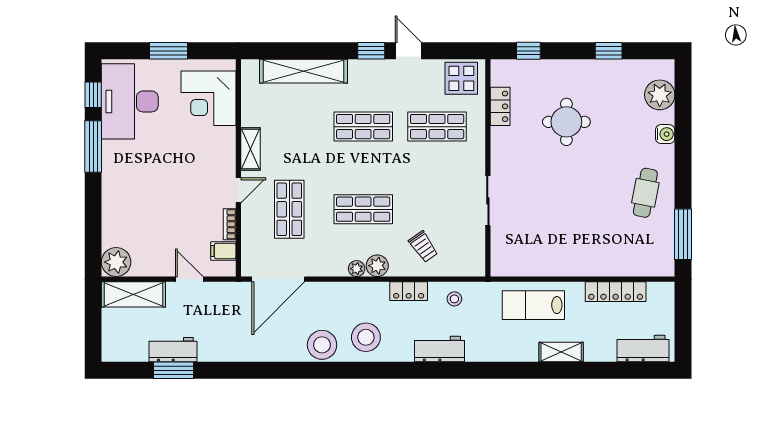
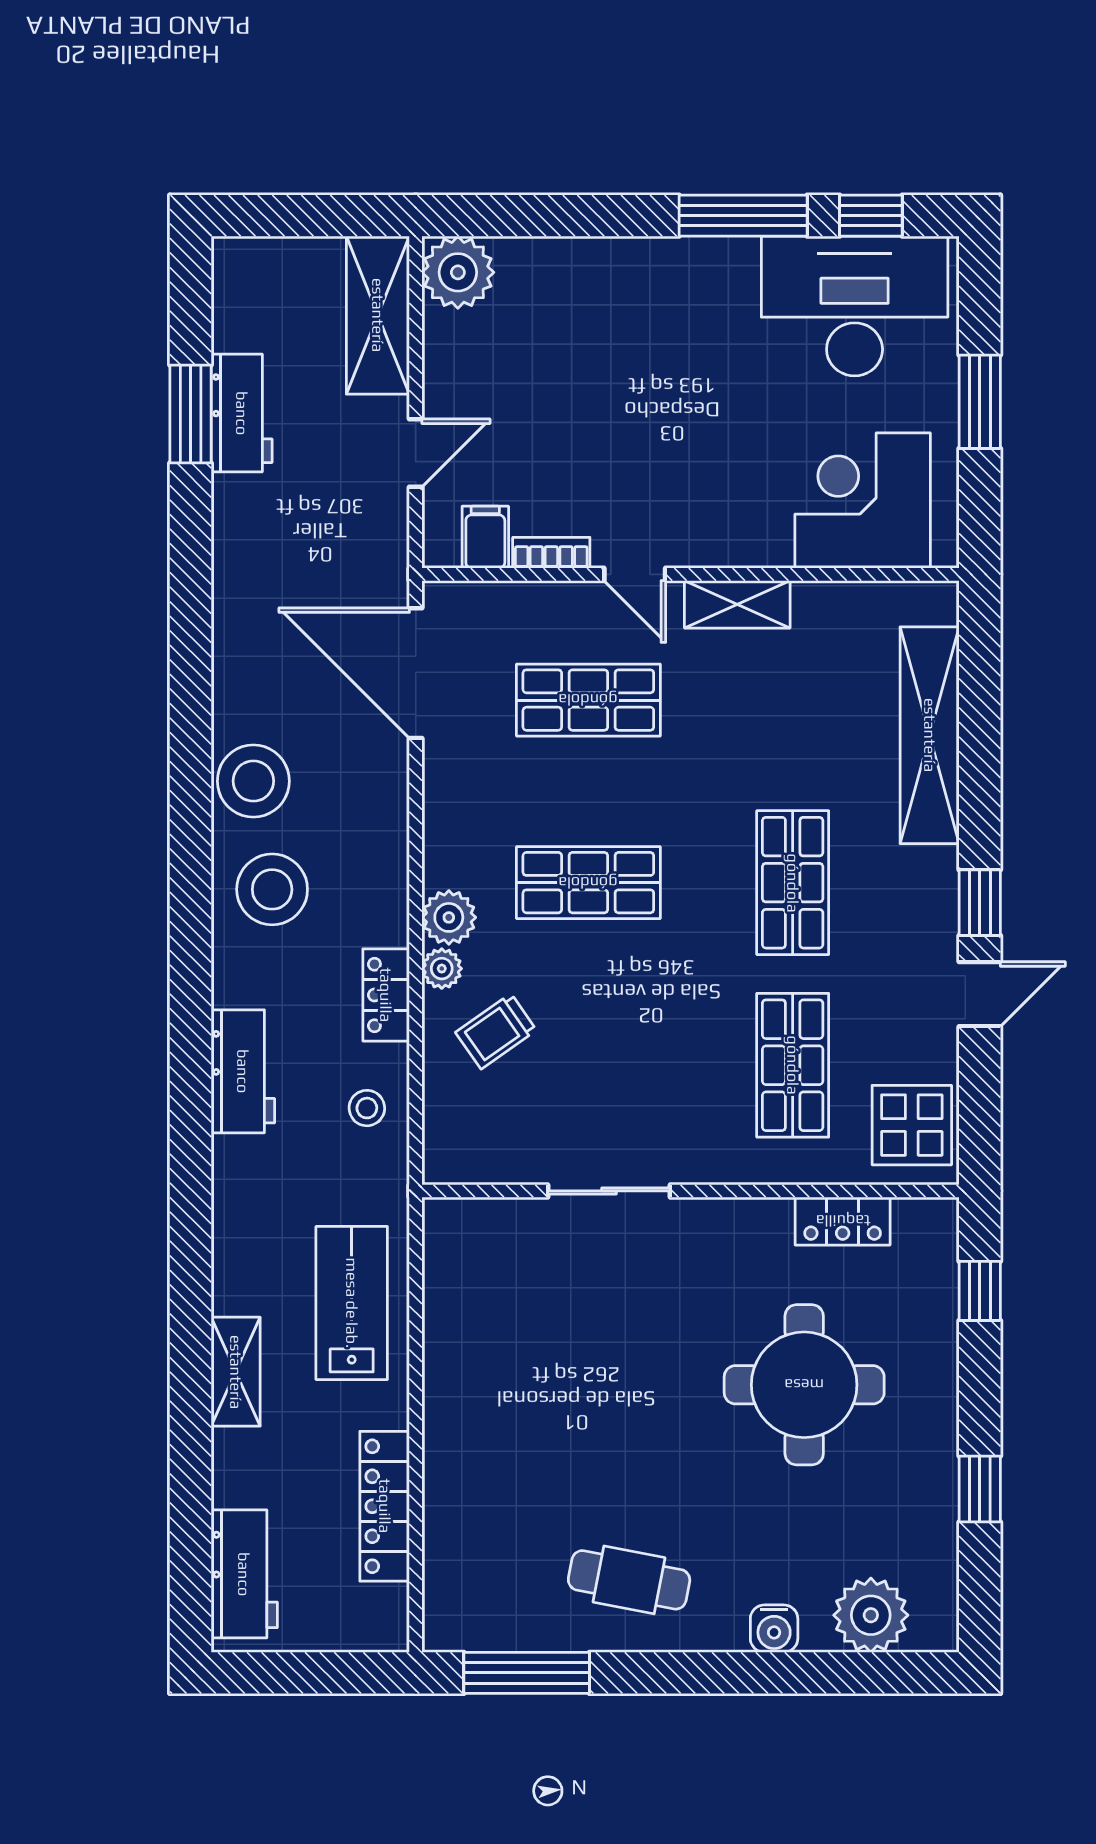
round table: (566, 122) -> (804, 1385), width x1.36, depth x1.36
shop shelf: (363, 209) -> (588, 883), turned 90
plant: (357, 269) -> (442, 969), moved

